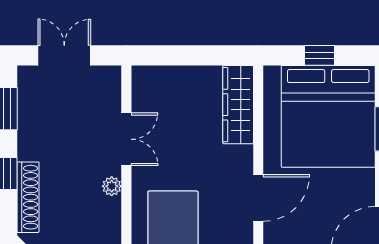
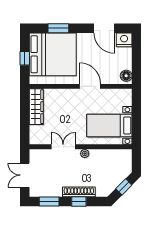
wardrobe: (238, 105) -> (36, 107), moved, turned -90
shoe rack: (28, 197) -> (79, 192), moved

